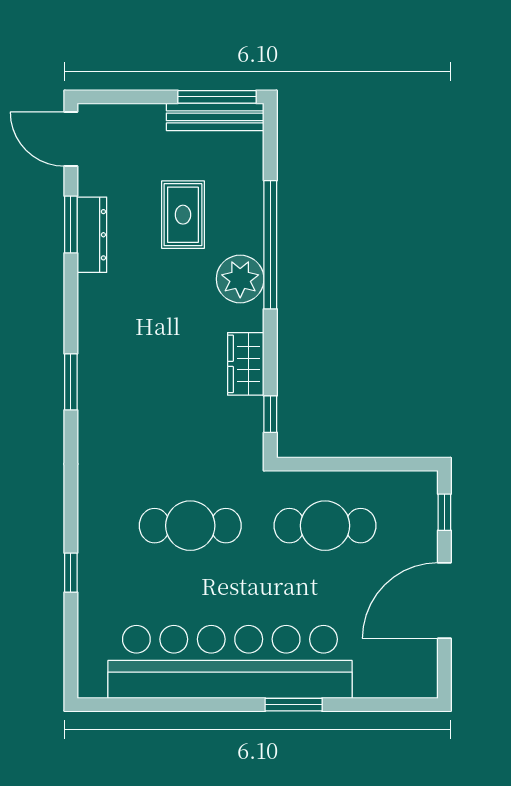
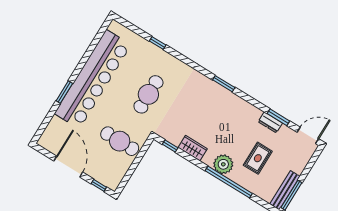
rug: (183, 215) -> (258, 158), turned 90
dresser: (92, 235) -> (270, 122), width x0.70
cafe table: (325, 526) -> (120, 141), turned 90

